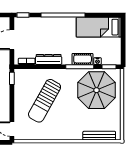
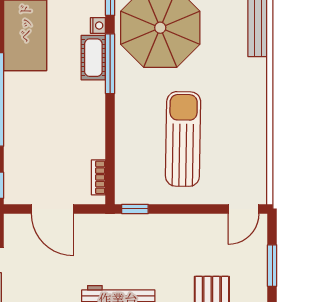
dresser: (49, 60) -> (95, 130), removed
sun lounger: (45, 101) -> (183, 139), turned -118

